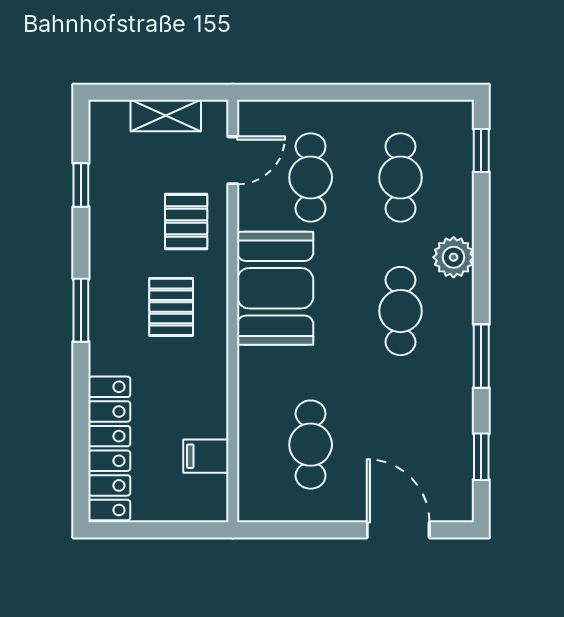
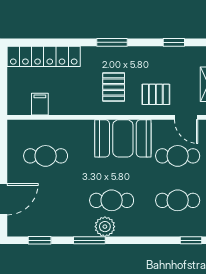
plant: (454, 257) -> (105, 227), moved
pallet: (171, 307) -> (114, 87), turned 90

